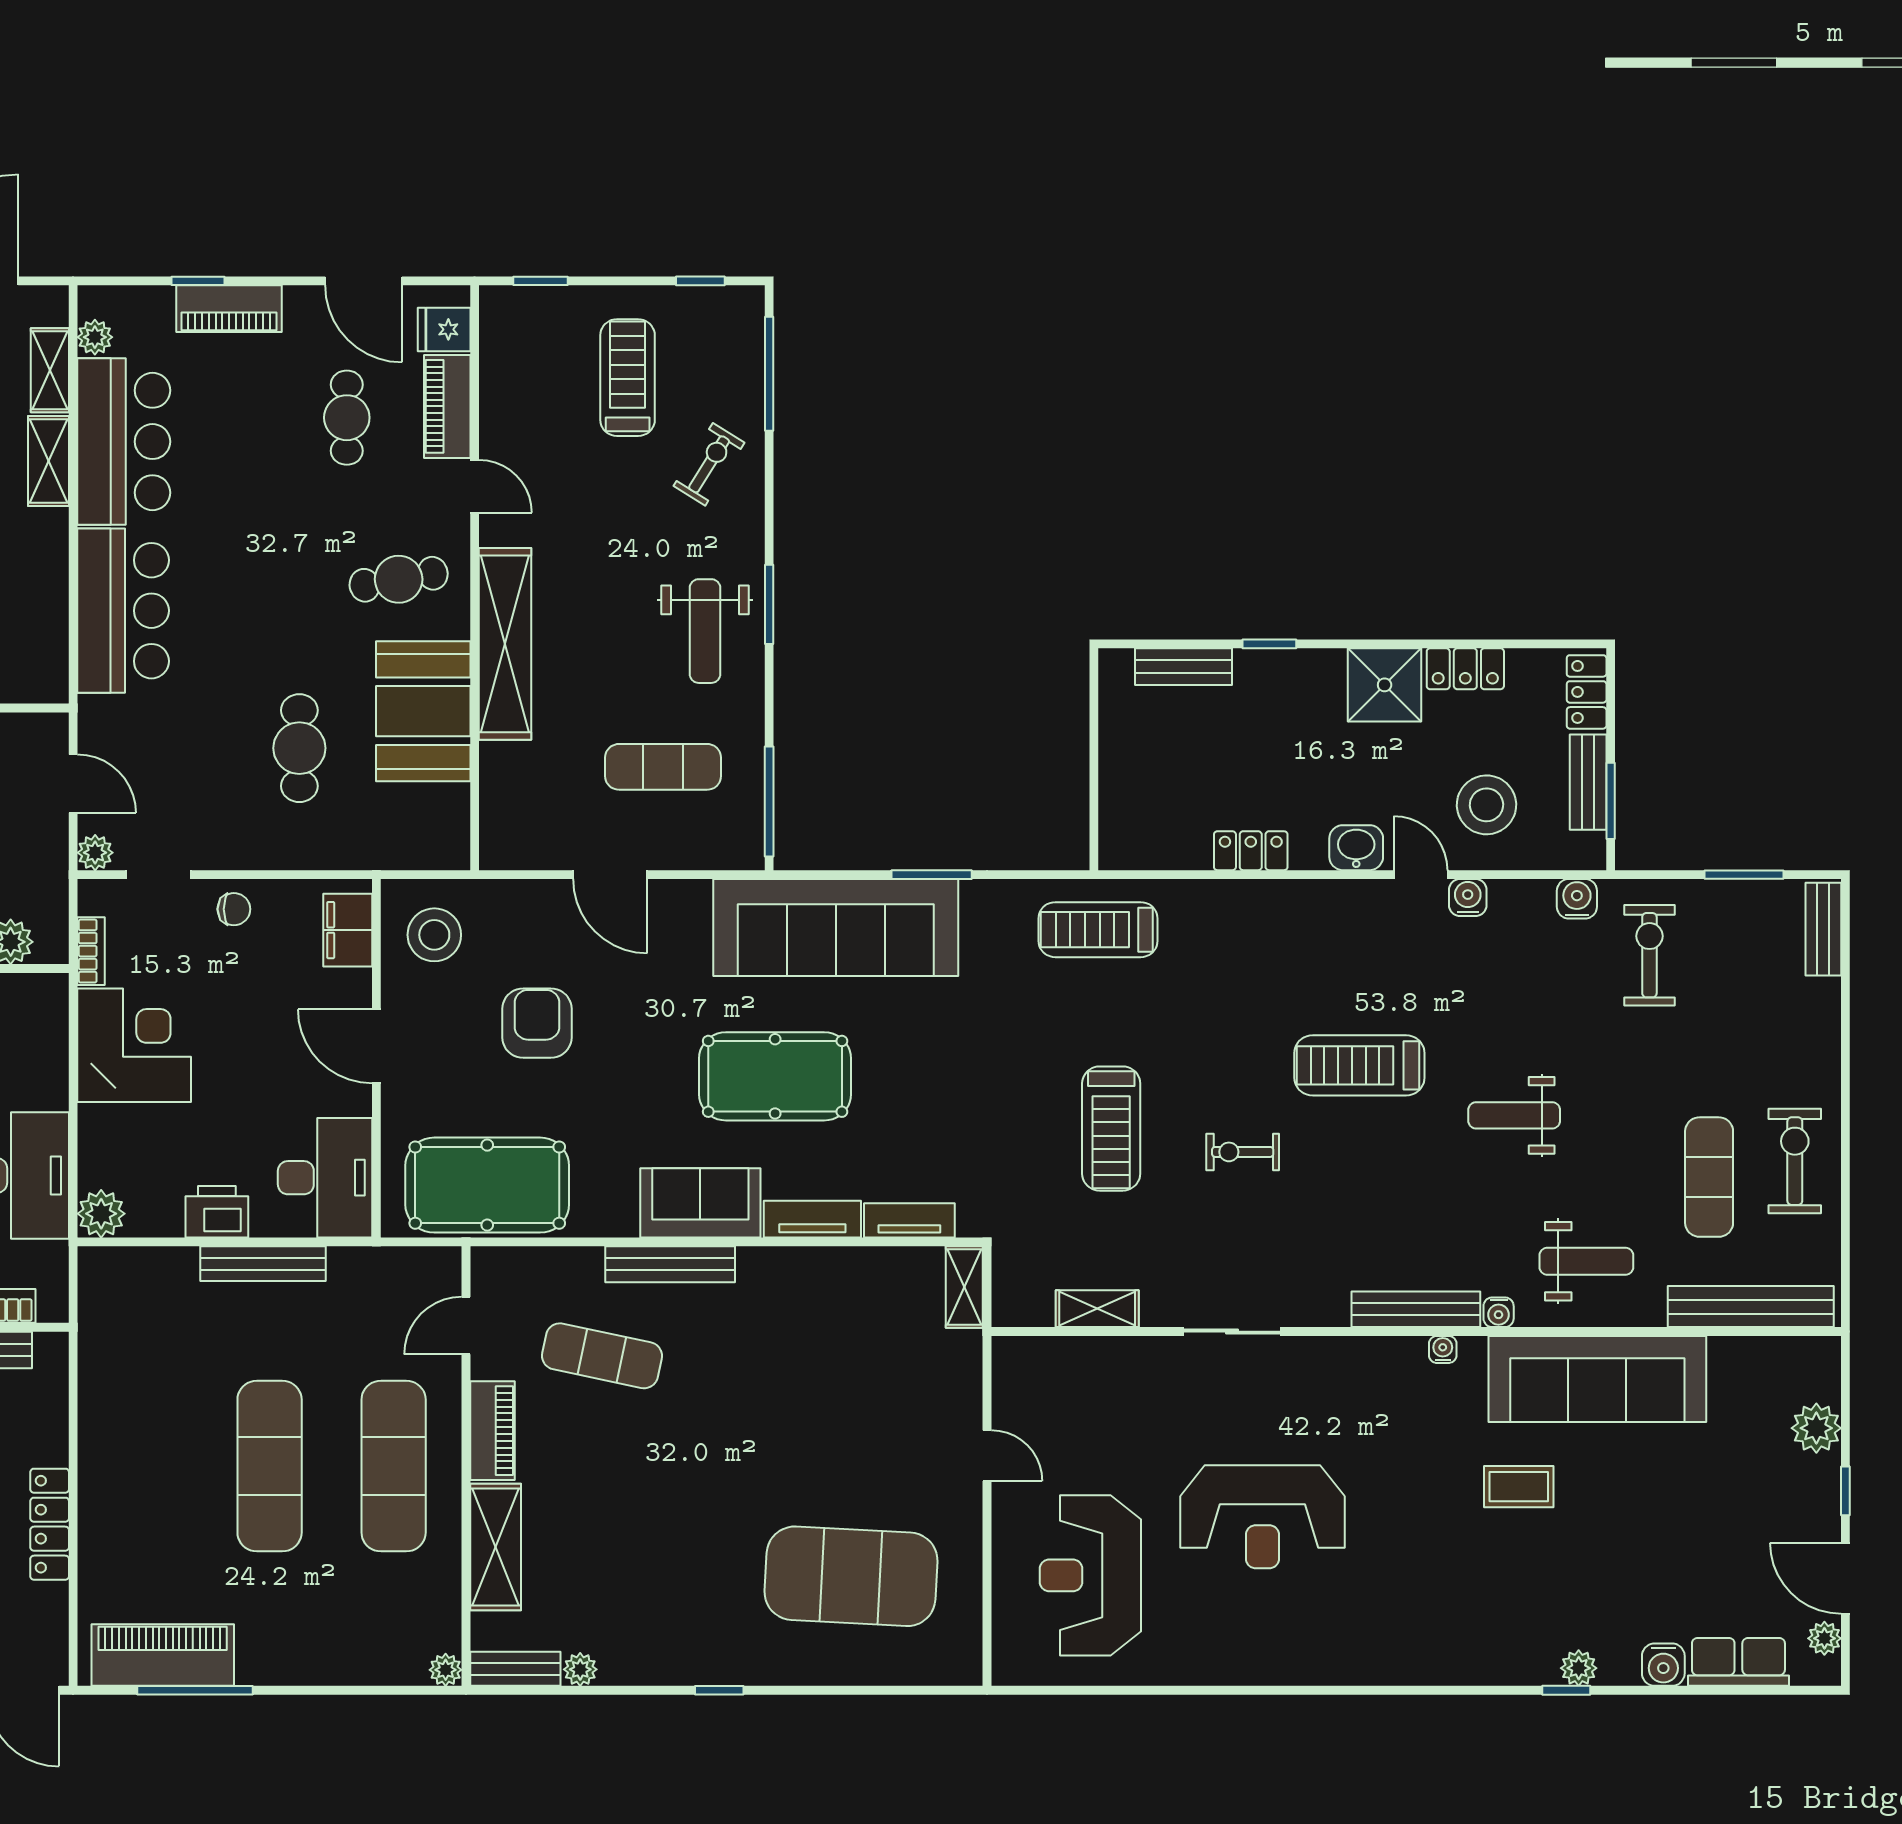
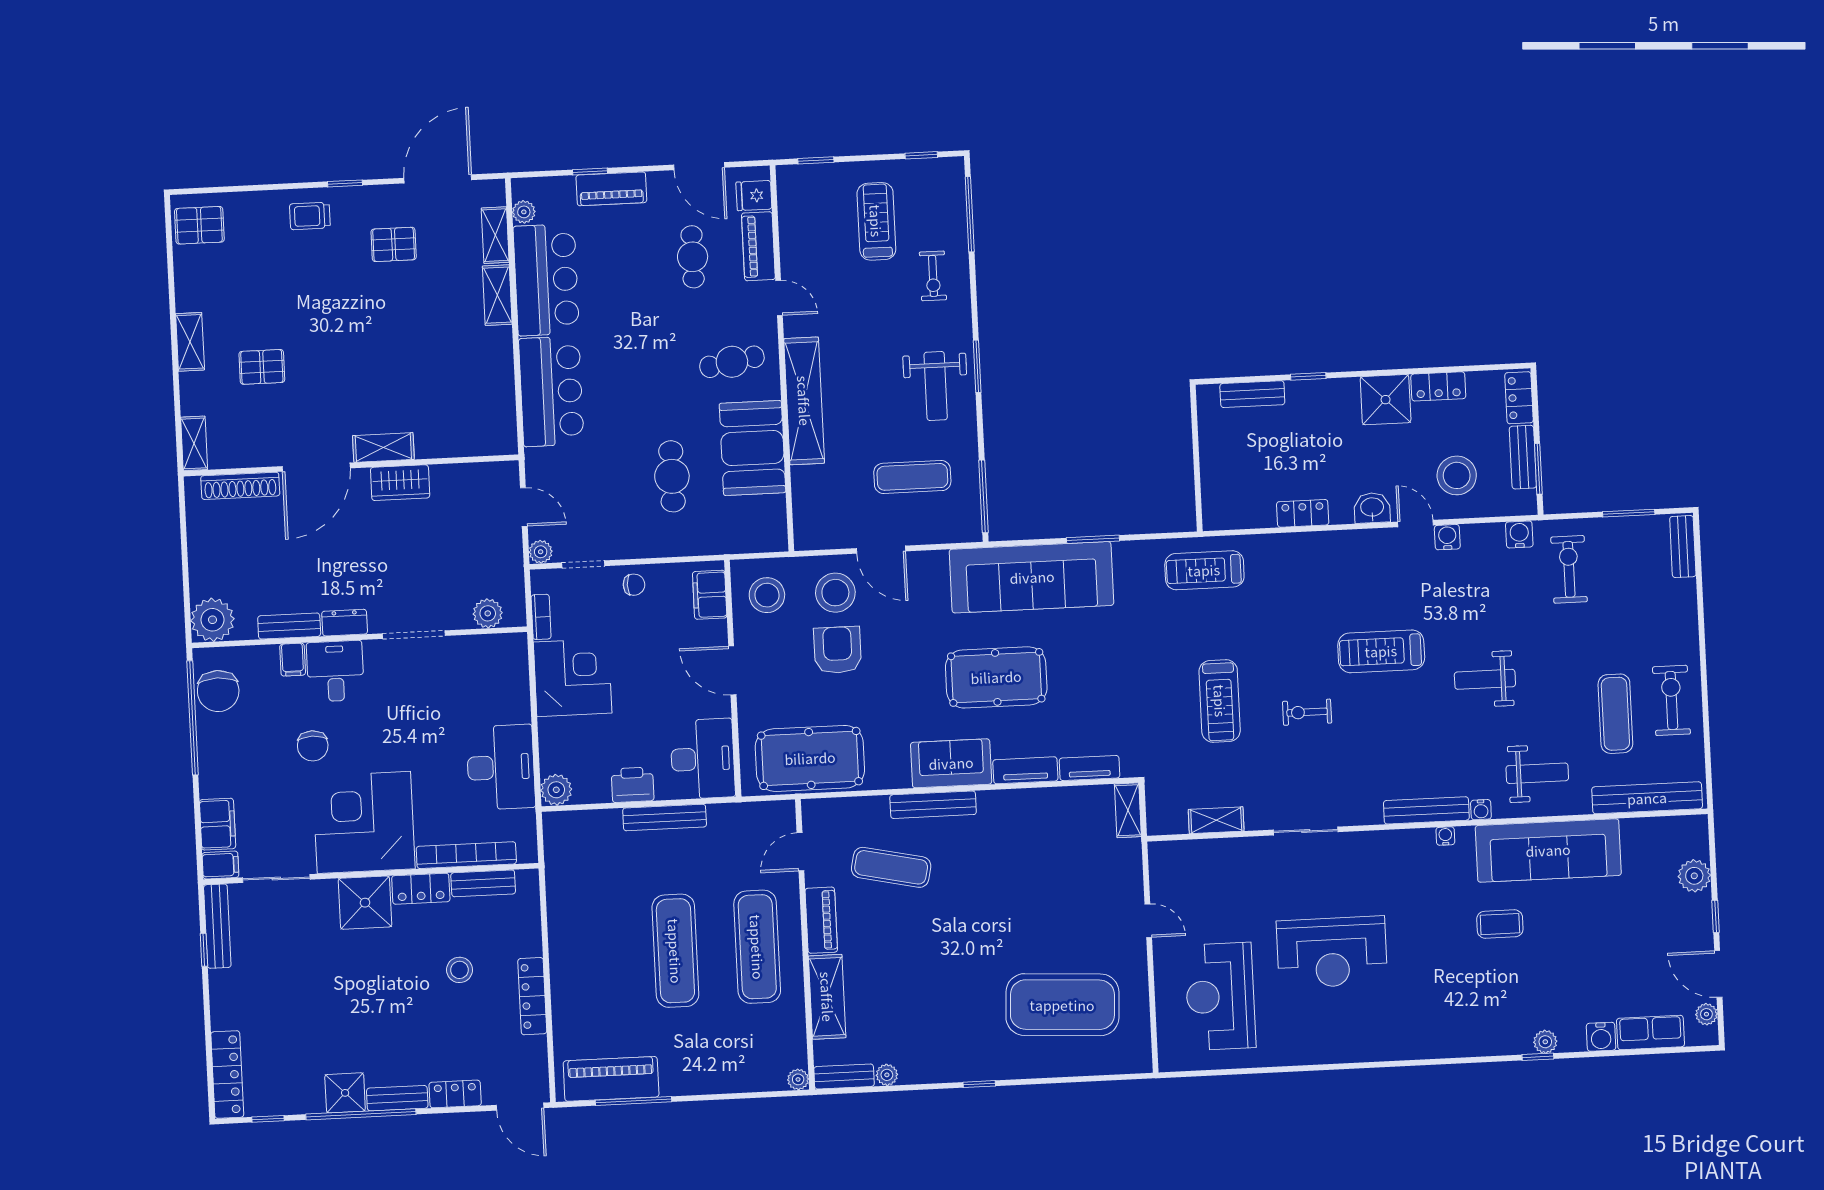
exercise bike: (709, 464) -> (933, 276), turned 148
stool: (538, 936) -> (835, 593), added

